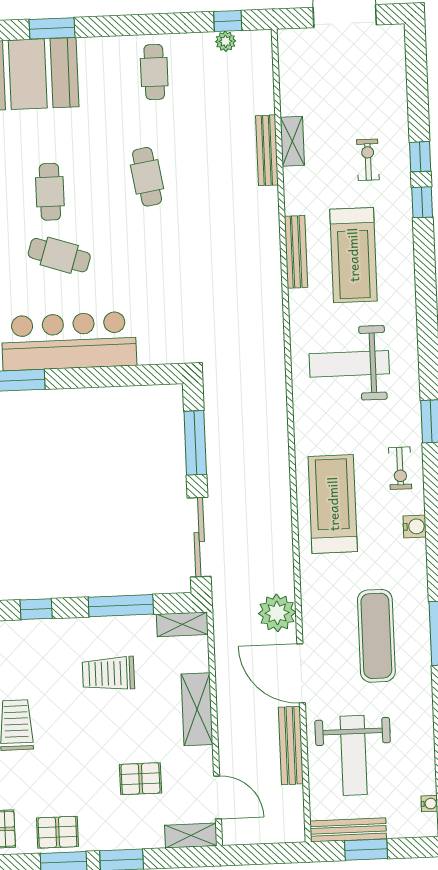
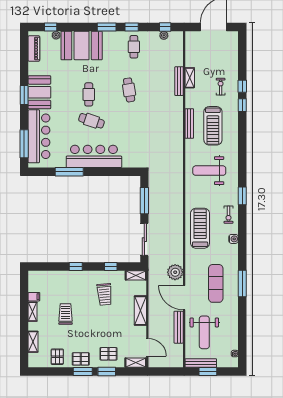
window: (147, 24) -> (132, 27), added
window: (52, 28) -> (107, 27), moved
window: (121, 606) -> (111, 266), width x0.46
trolley: (108, 674) -> (105, 294), turned -95
pallet: (140, 779) -> (108, 354), moved

